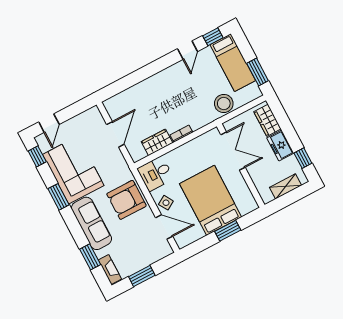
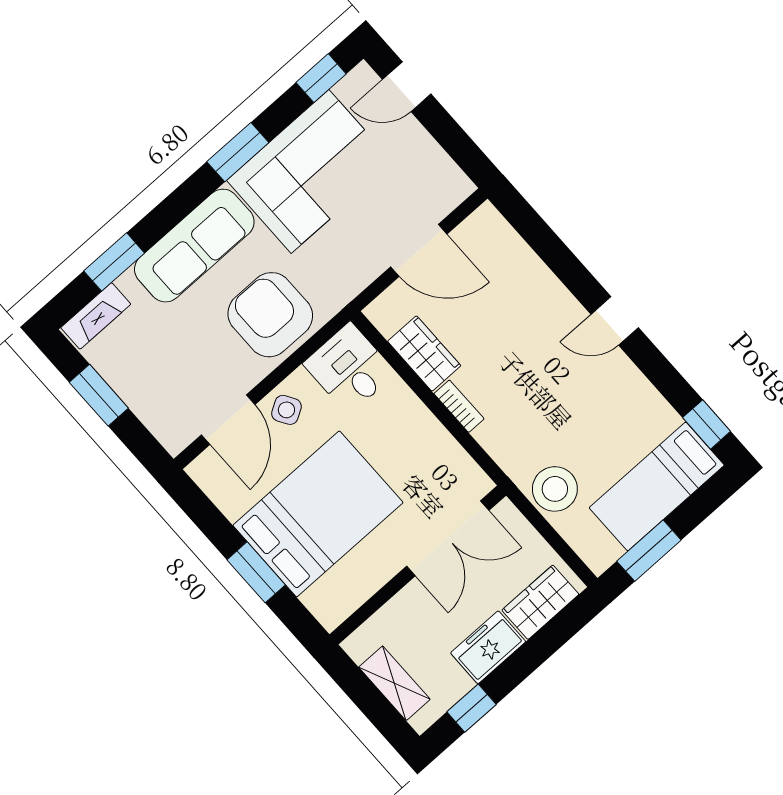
door: (188, 50) -> (615, 321), moved

